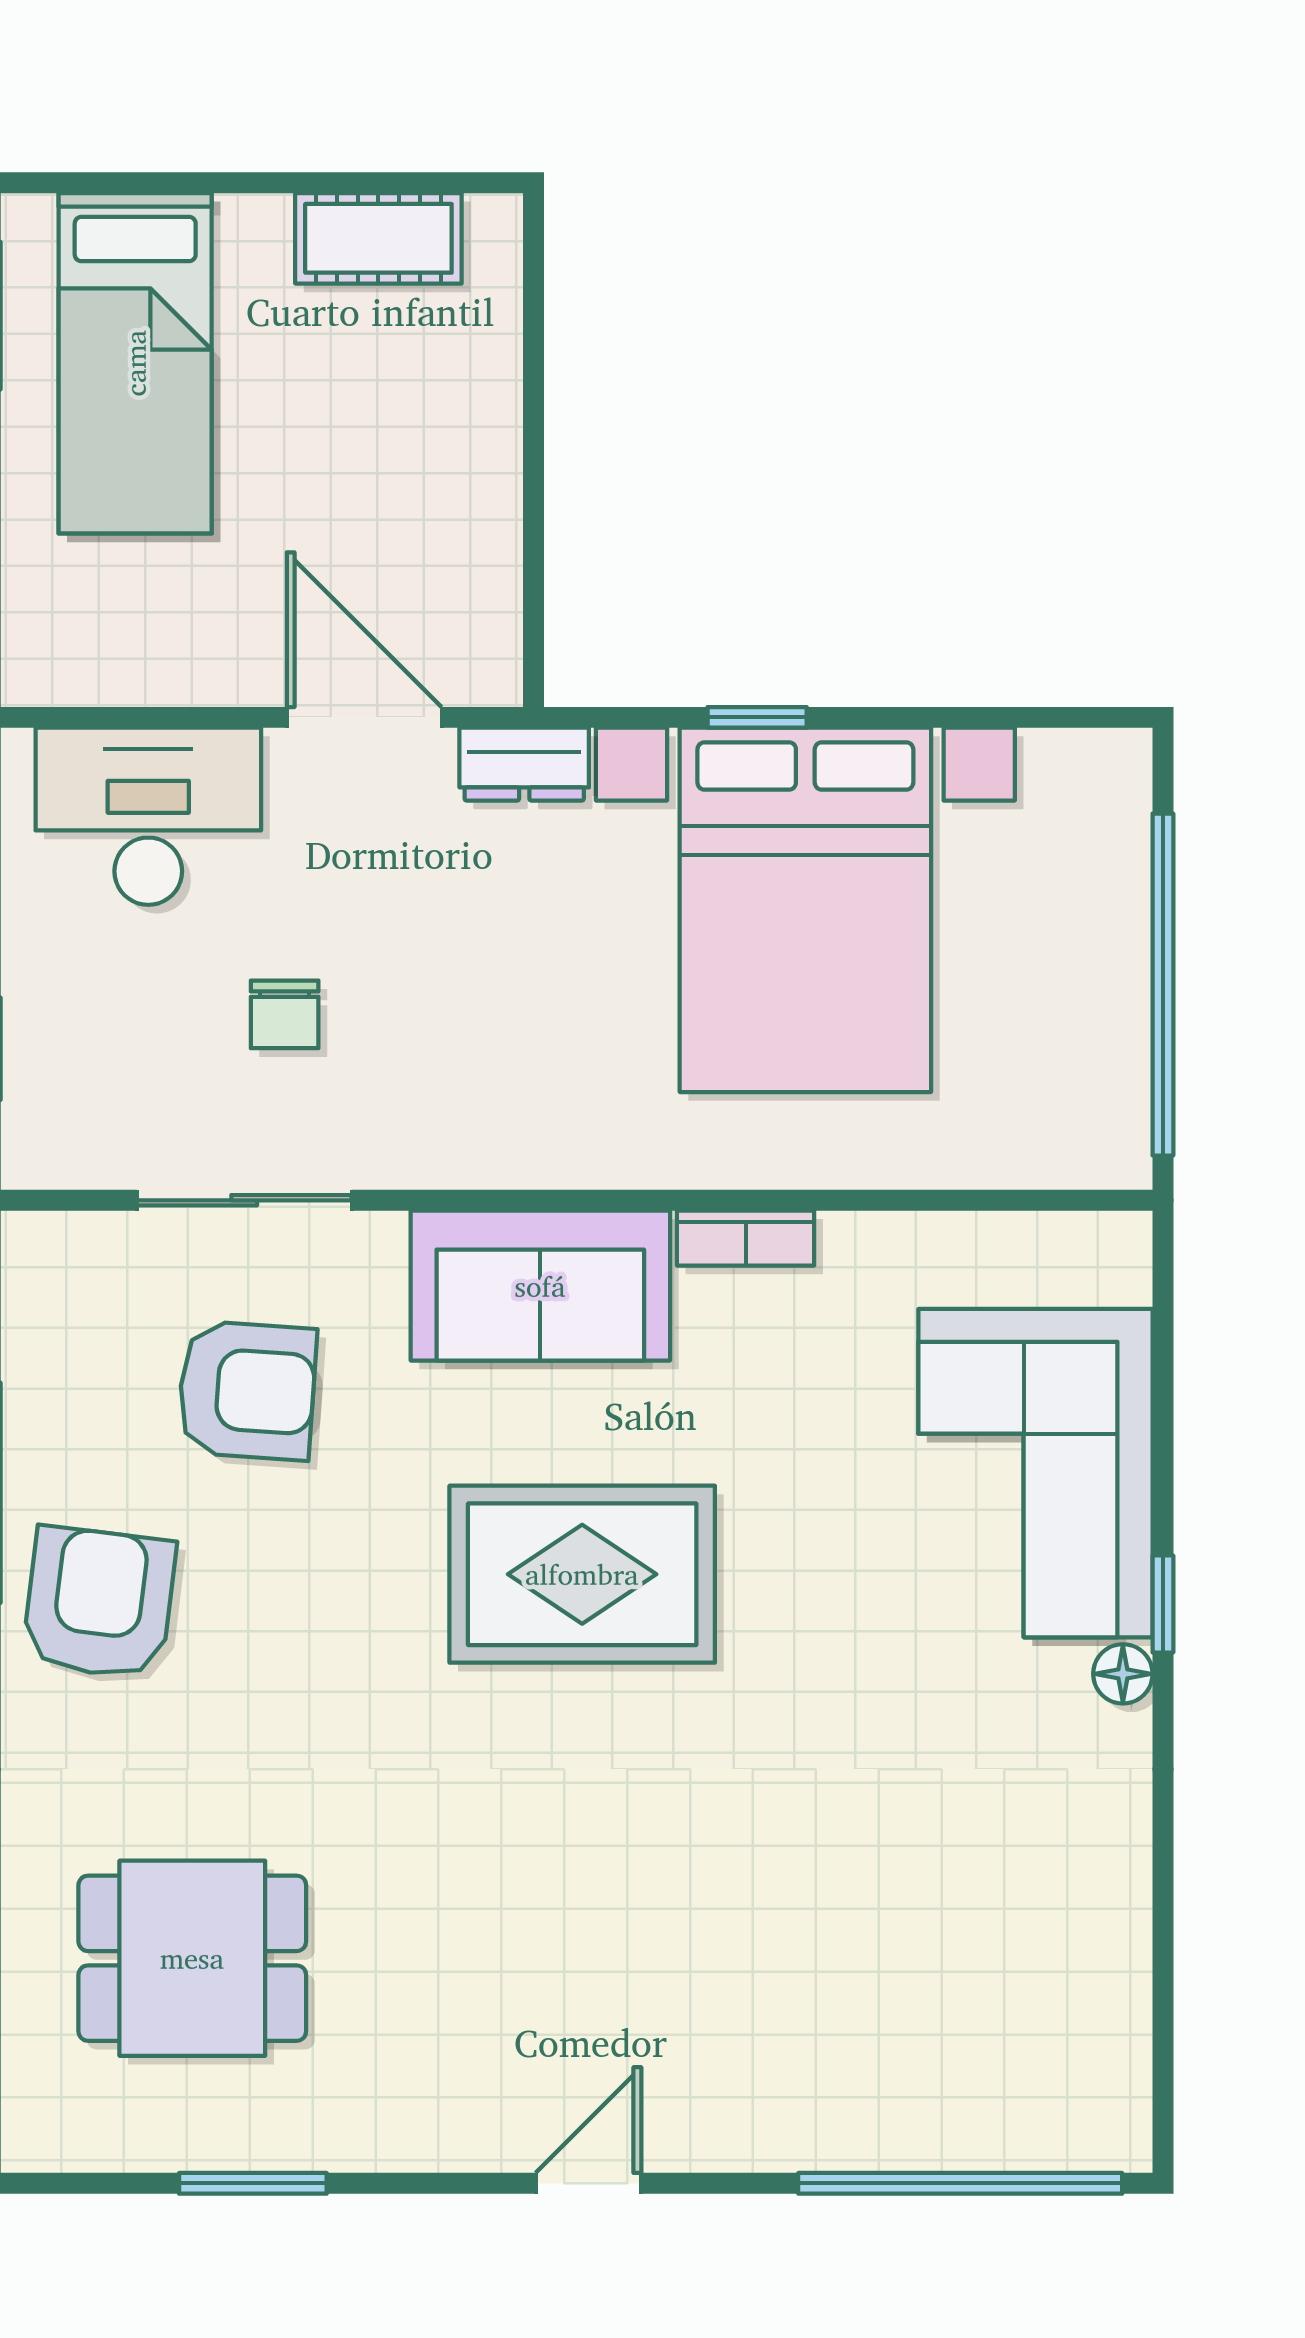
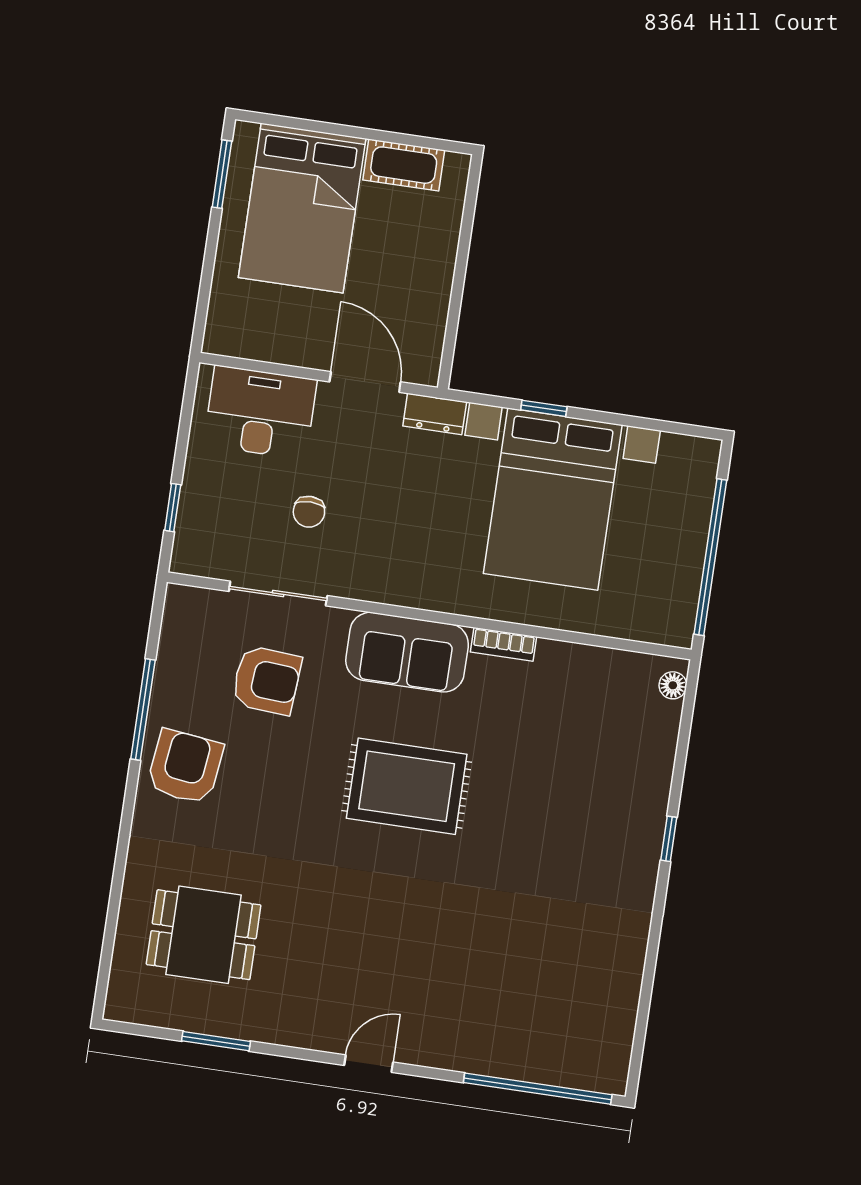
bed: (135, 363) -> (302, 208), width x1.50
corner sofa: (1035, 1473) -> (620, 771), removed
floor lamp: (1123, 1674) -> (673, 685), moved

